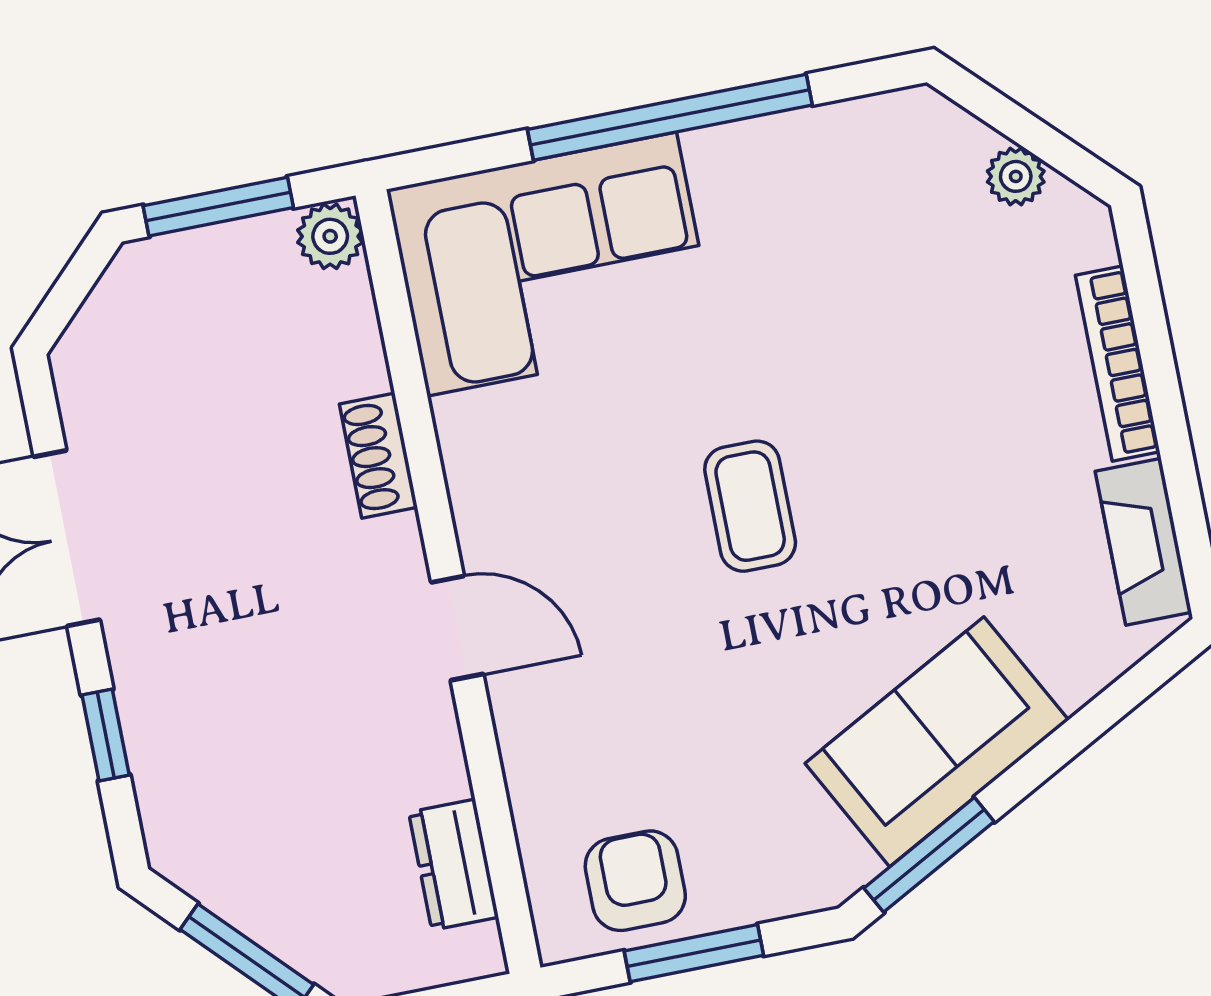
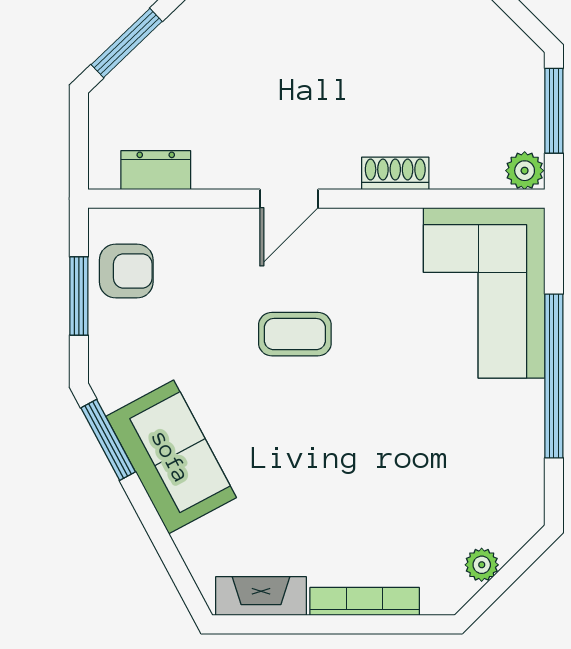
coffee table: (750, 506) -> (295, 334), moved

